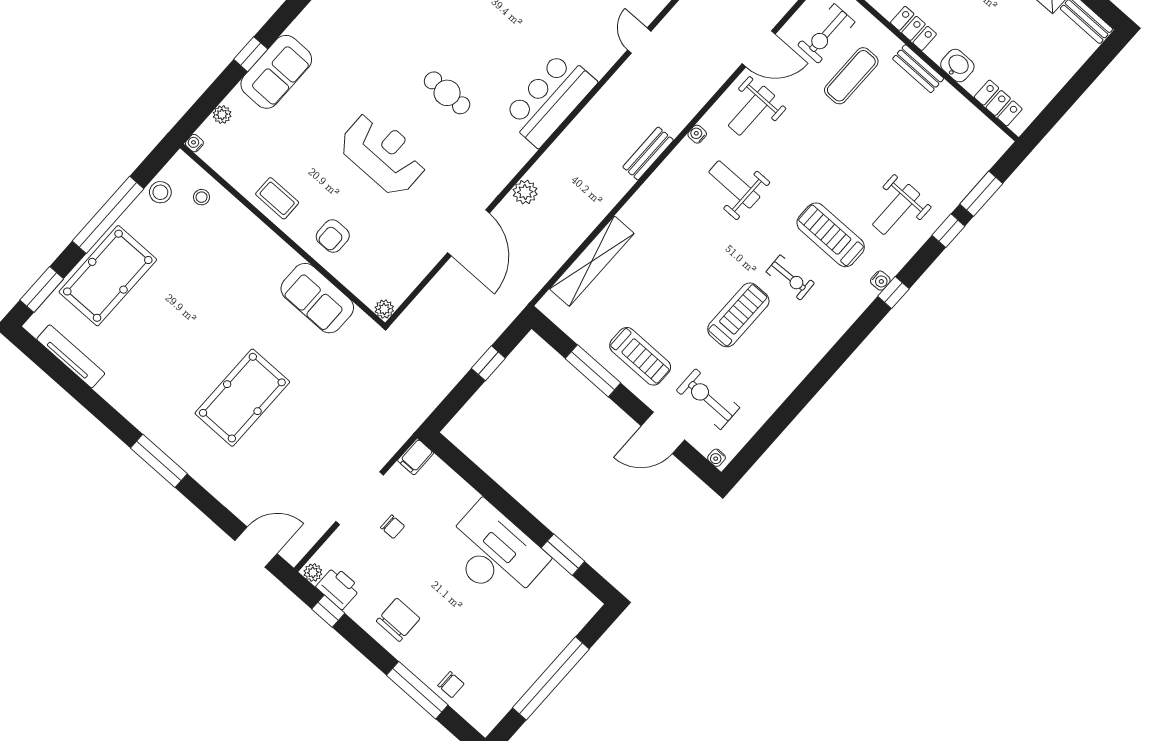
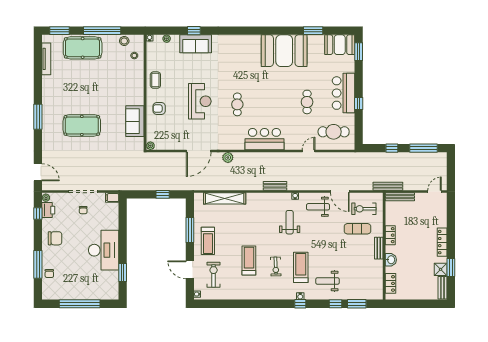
treadmill: (738, 315) -> (249, 261), turned -90

